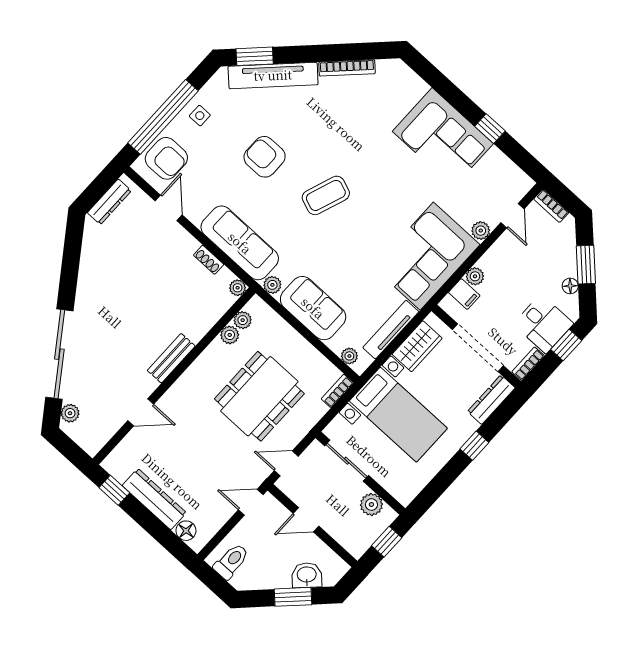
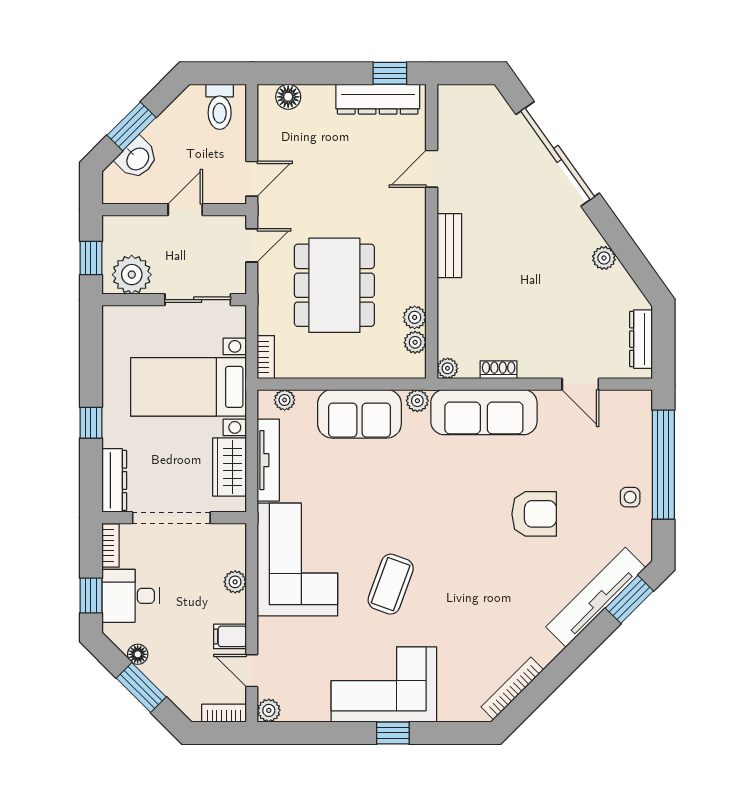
bookcase: (347, 68) -> (512, 688), moved
window: (490, 129) -> (393, 733), moved
armchair: (166, 158) -> (625, 429), removed
coffee table: (326, 195) -> (391, 584), moved
plant: (481, 231) -> (269, 710), moved
filing cabinet: (464, 294) -> (230, 636), moved
plant: (70, 413) -> (604, 258), moved
dresser: (154, 499) -> (378, 99), moved
plant: (371, 504) -> (132, 275), width x1.36, depth x1.36

